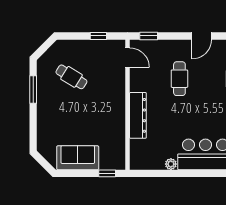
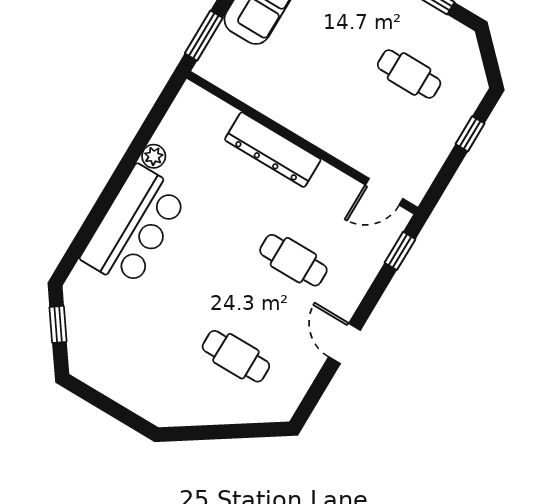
window: (98, 36) -> (470, 134), moved
cafe table: (71, 77) -> (409, 74), turned 58
window: (107, 173) -> (204, 36), width x1.50

